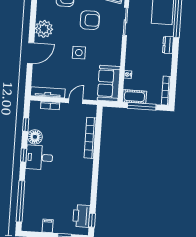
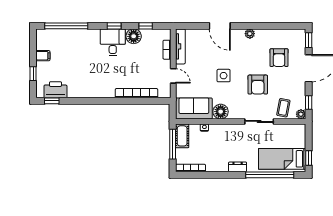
plant: (44, 29) -> (250, 34), width x0.53, depth x0.53
floor lamp: (113, 58) -> (221, 112), added

